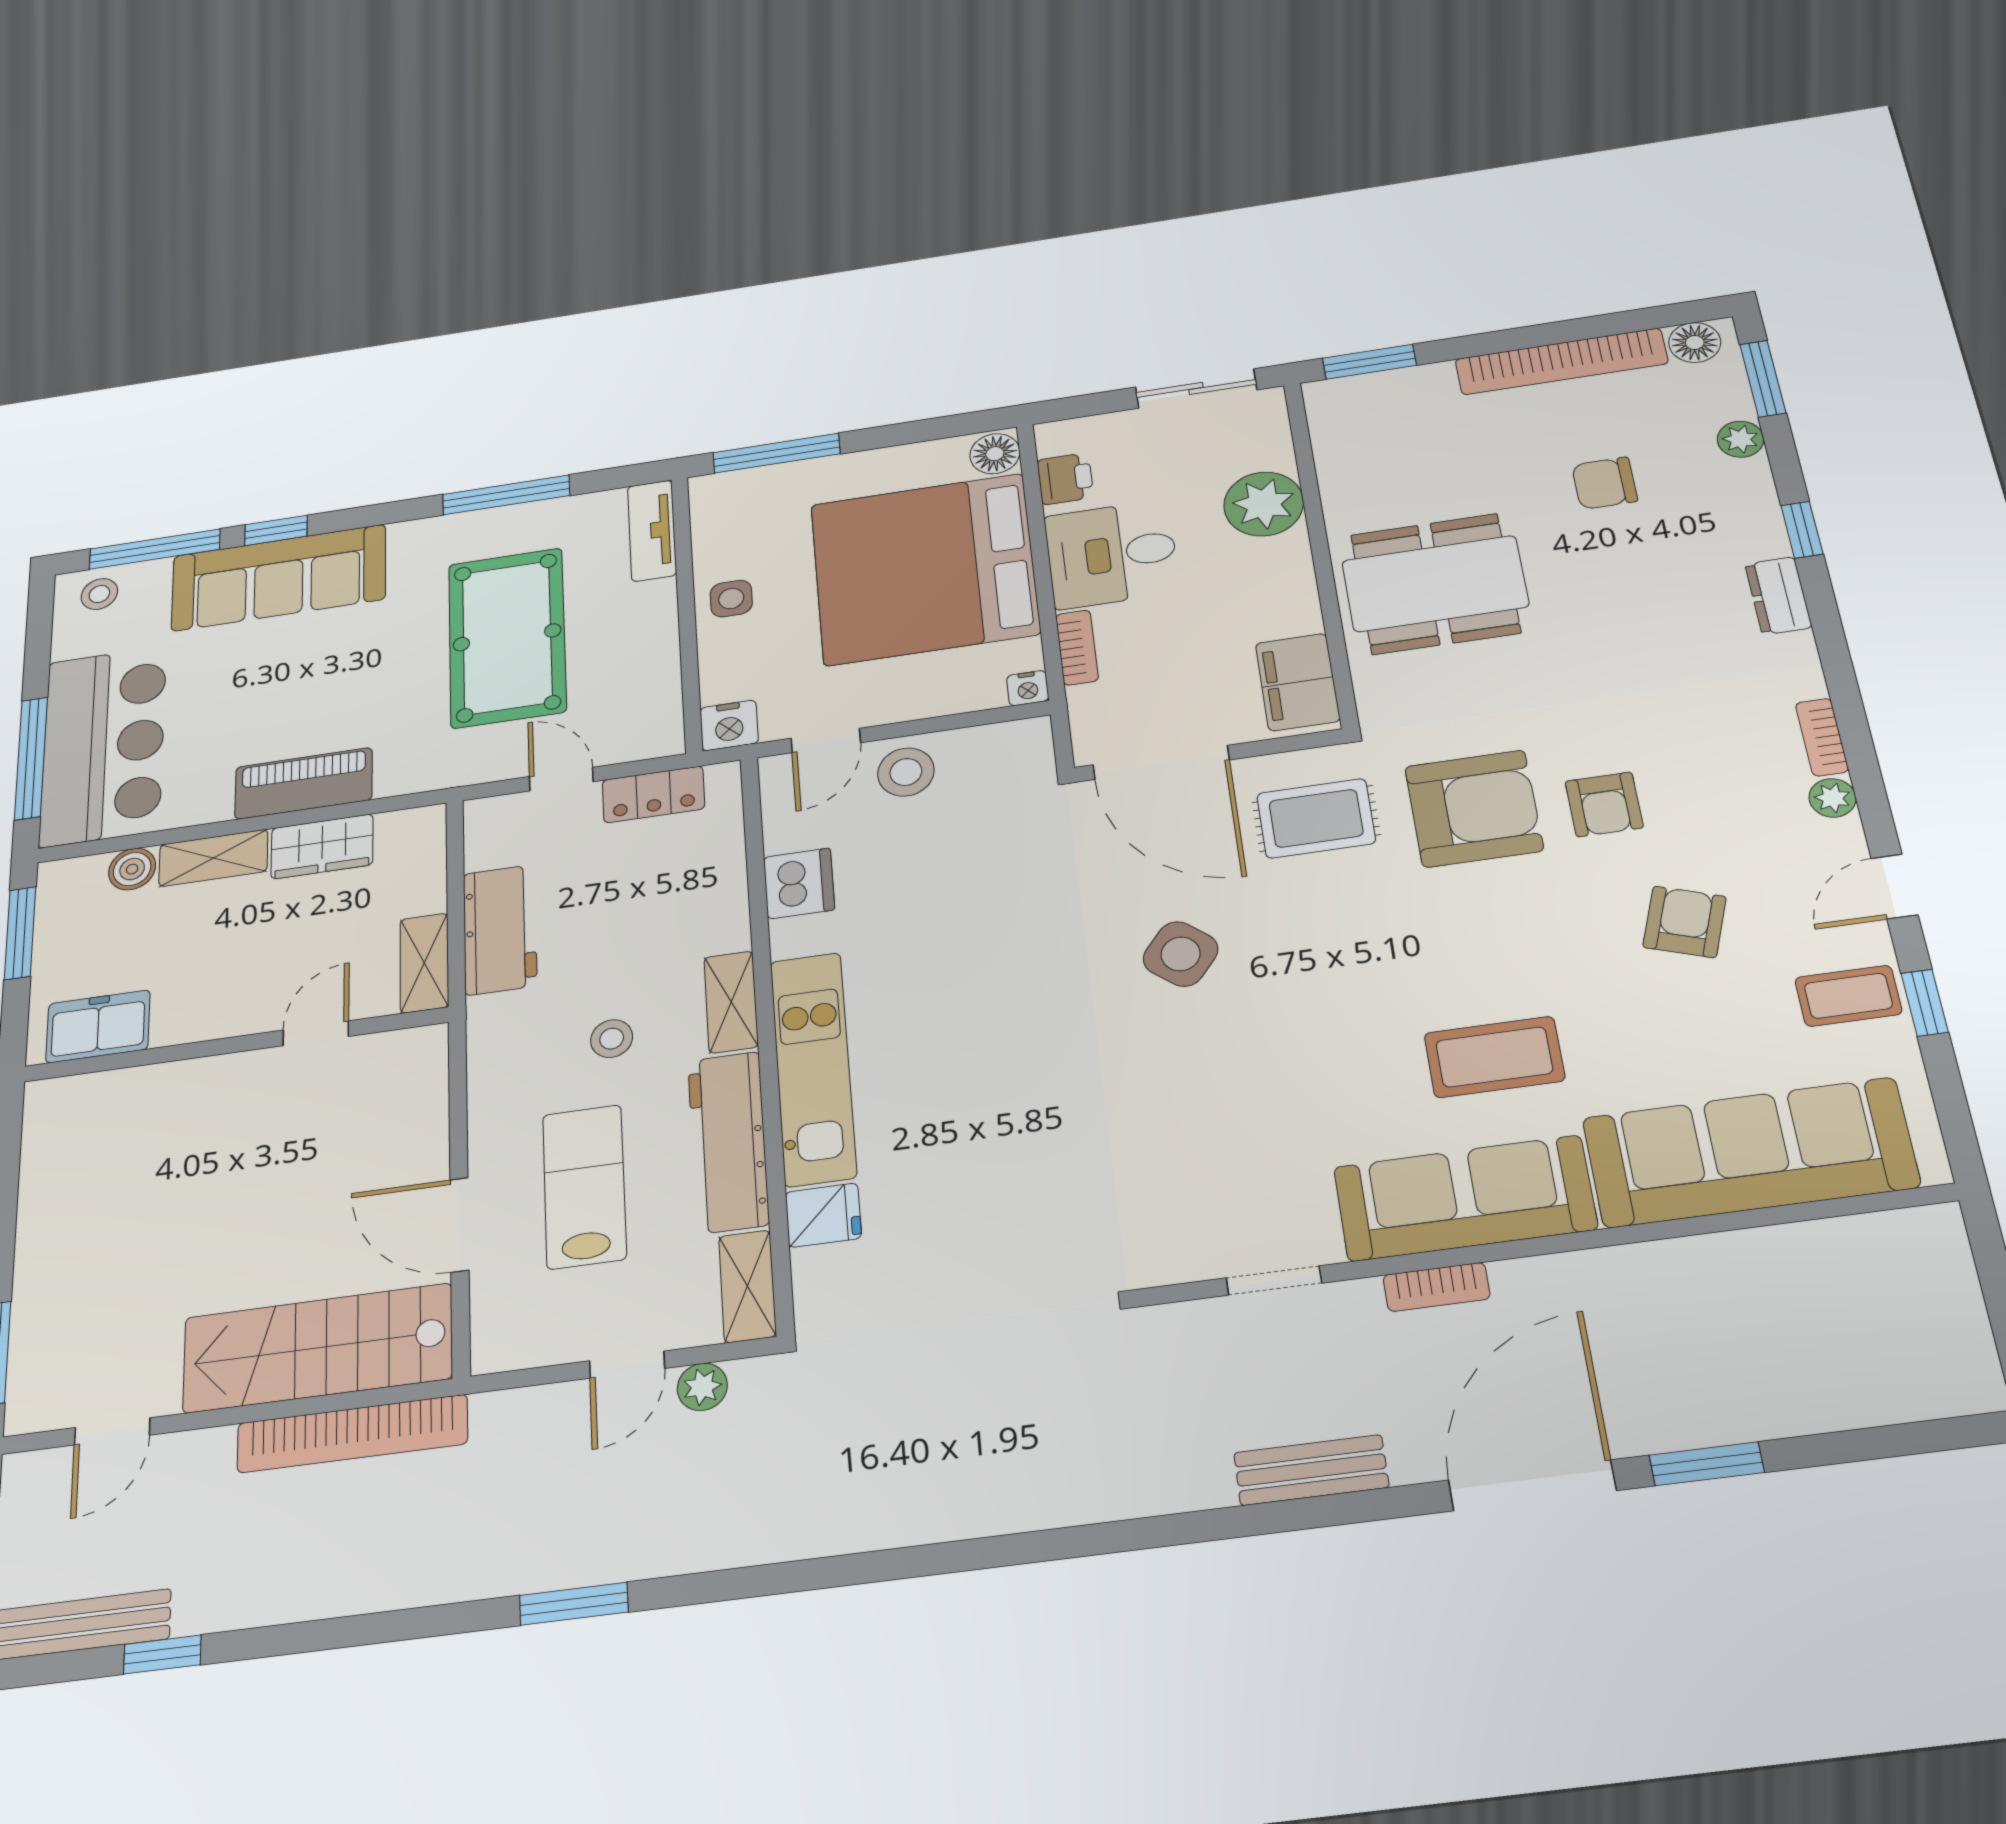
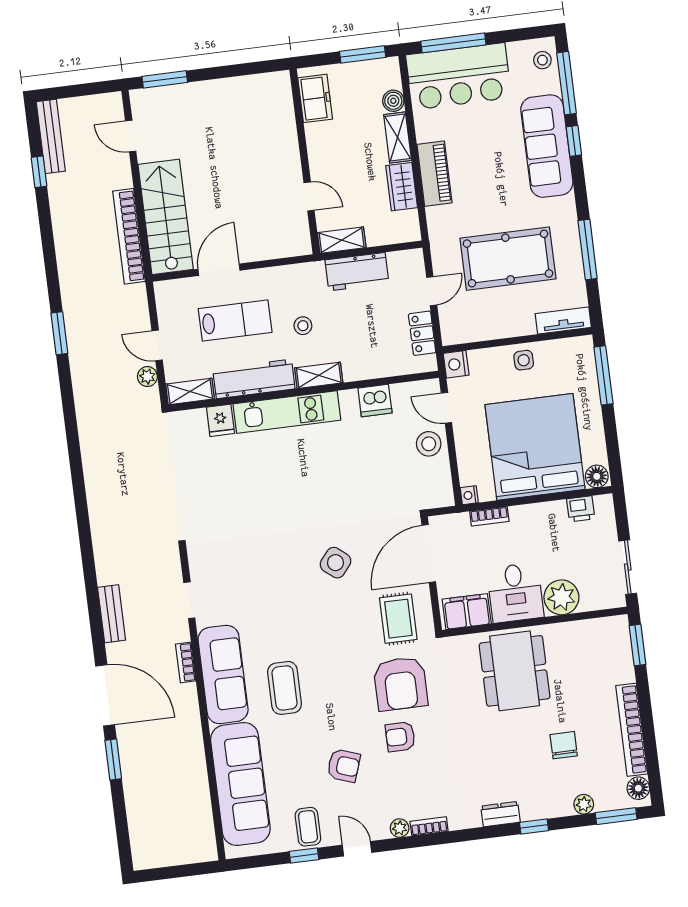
desk: (1112, 554) -> (515, 593), moved, turned 180

